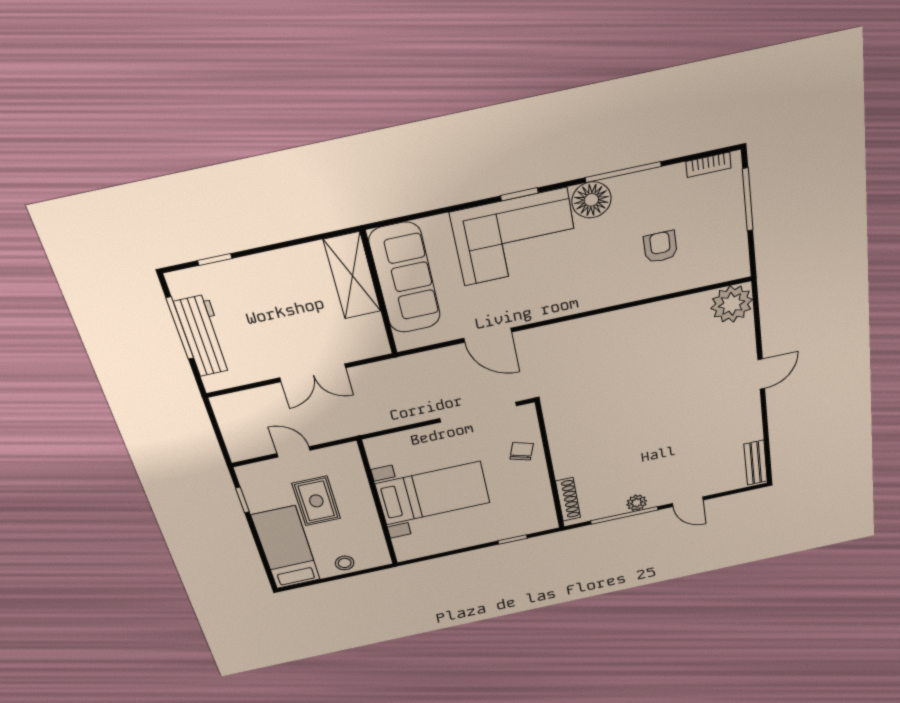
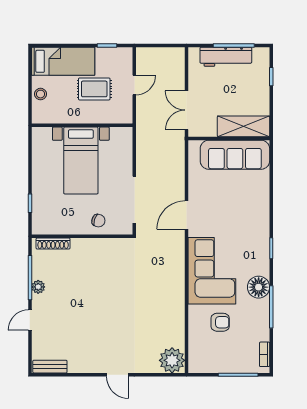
corner sofa: (515, 237) -> (212, 271), moved, turned 180
shelving: (352, 276) -> (244, 126), moved
sofa: (405, 278) -> (235, 155), moved
wall: (379, 293) -> (229, 138), moved

